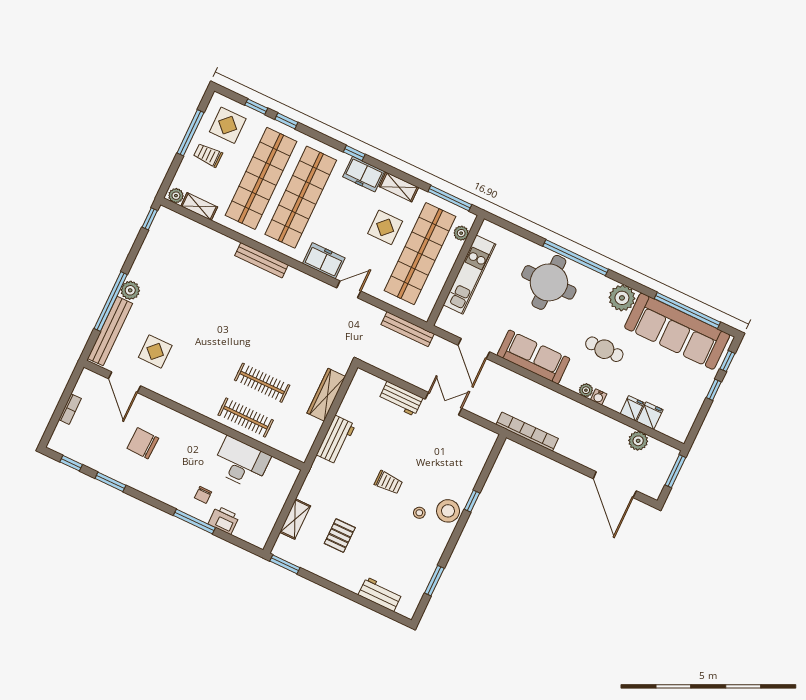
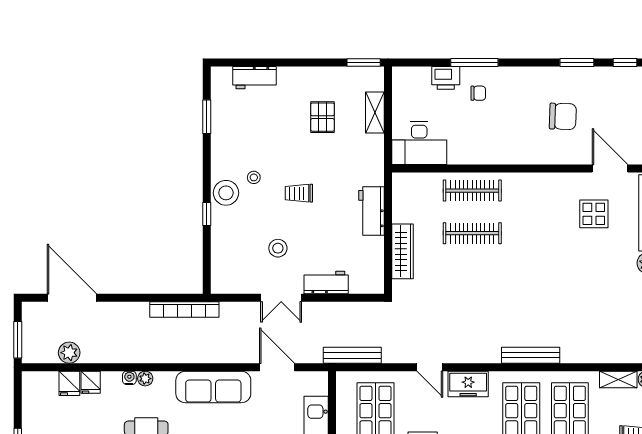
door: (349, 289) -> (430, 367), hinge flipped
stool: (427, 446) -> (278, 248), added
desk: (241, 463) -> (419, 143), moved
chair: (203, 495) -> (478, 93), turned 90

